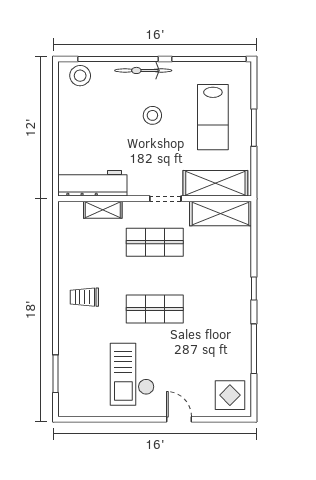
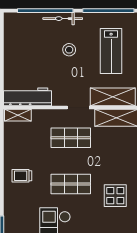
stool: (80, 76) -> (19, 22), removed
shelving: (103, 210) -> (18, 115), moved
display table: (219, 326) -> (115, 196), added

